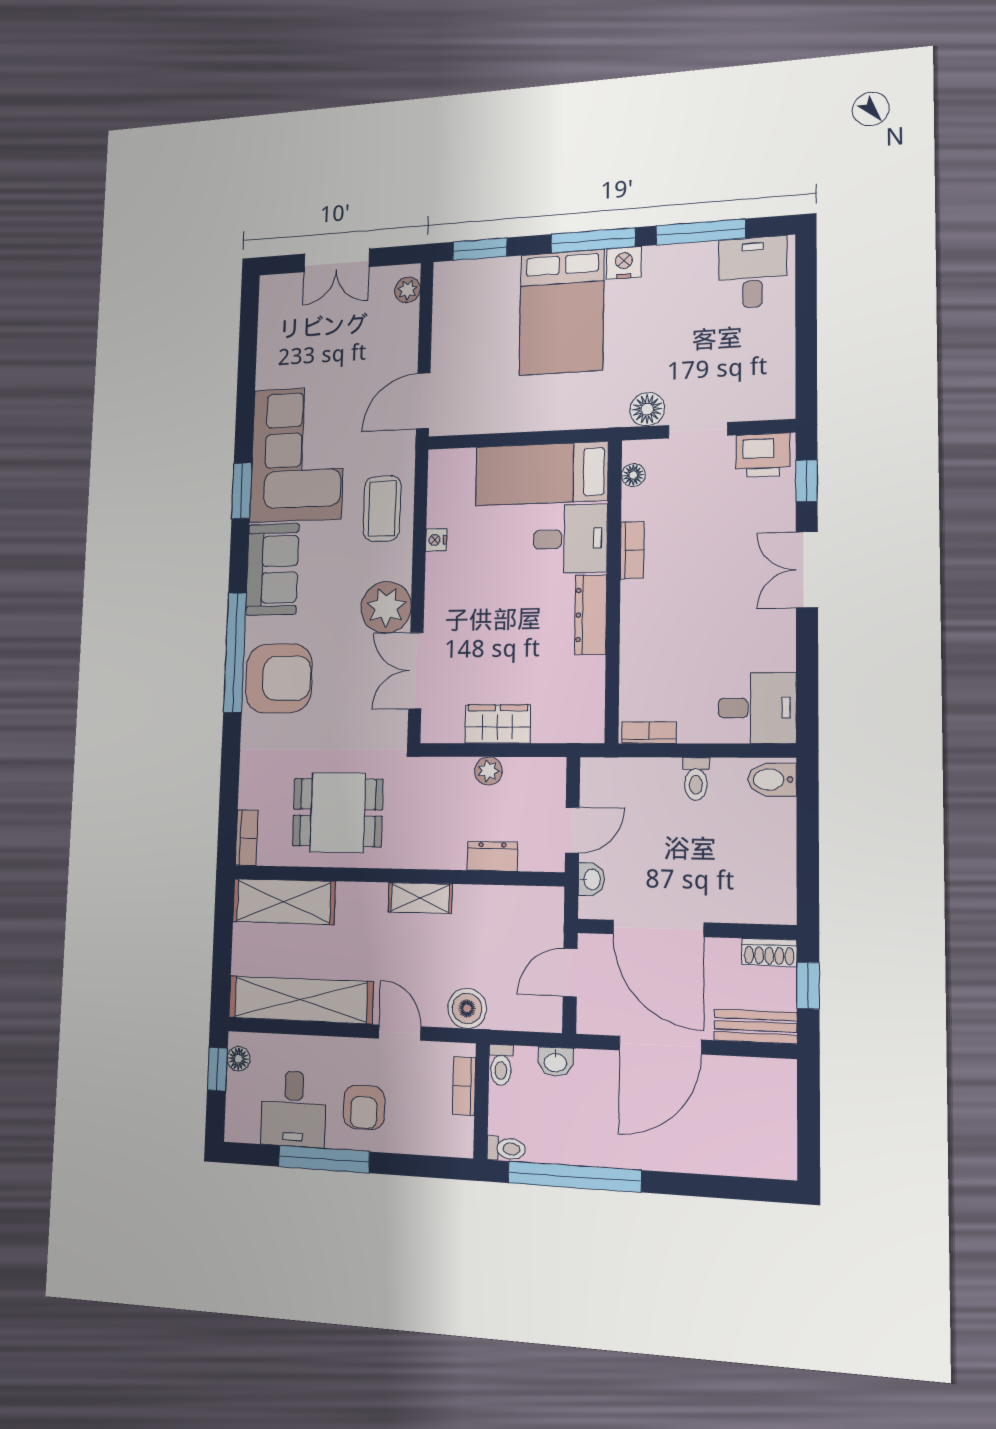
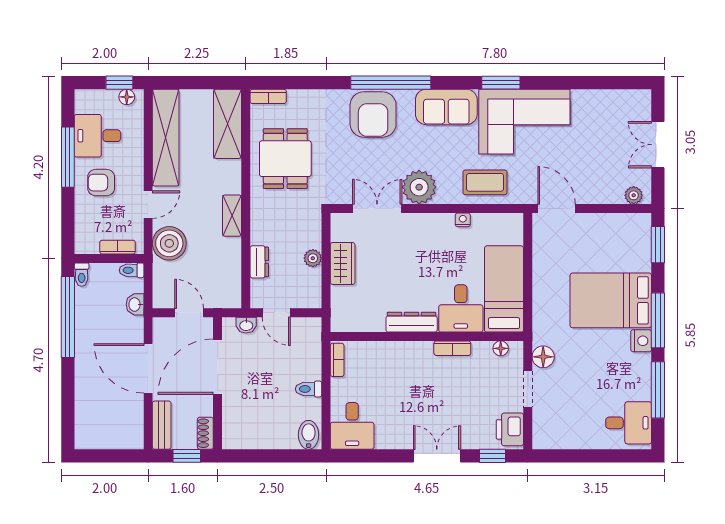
boiler: (467, 1008) -> (169, 243), width x1.37, depth x1.37

